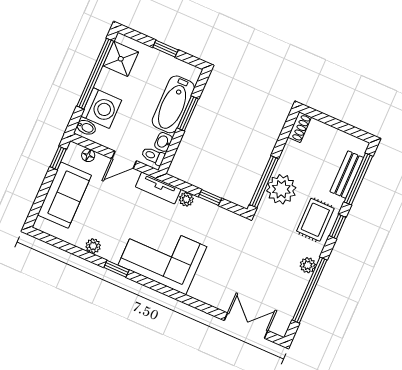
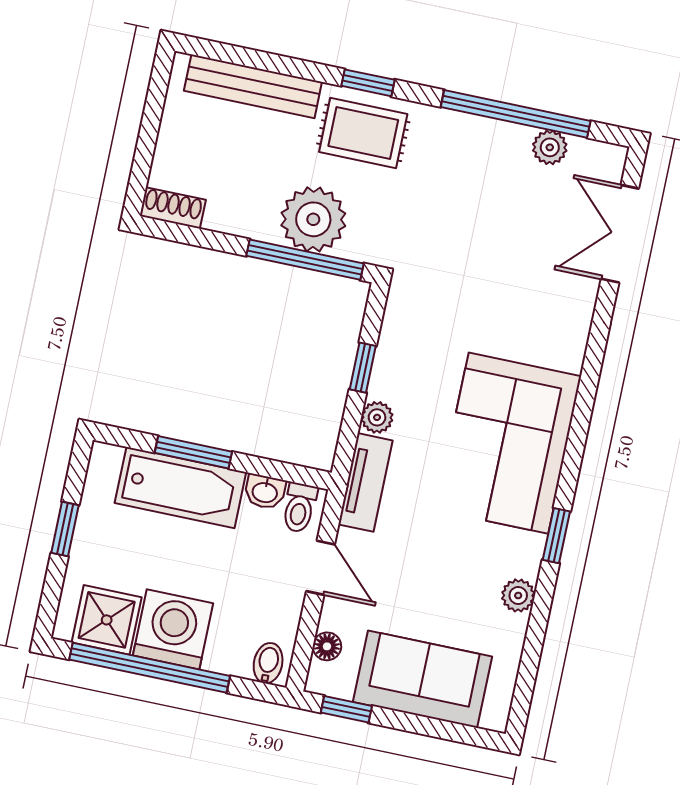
washing machine: (101, 108) -> (173, 629), moved
bench: (347, 175) -> (253, 86), width x1.36
window: (358, 179) -> (257, 59), removed
plant: (308, 265) -> (550, 147), moved

